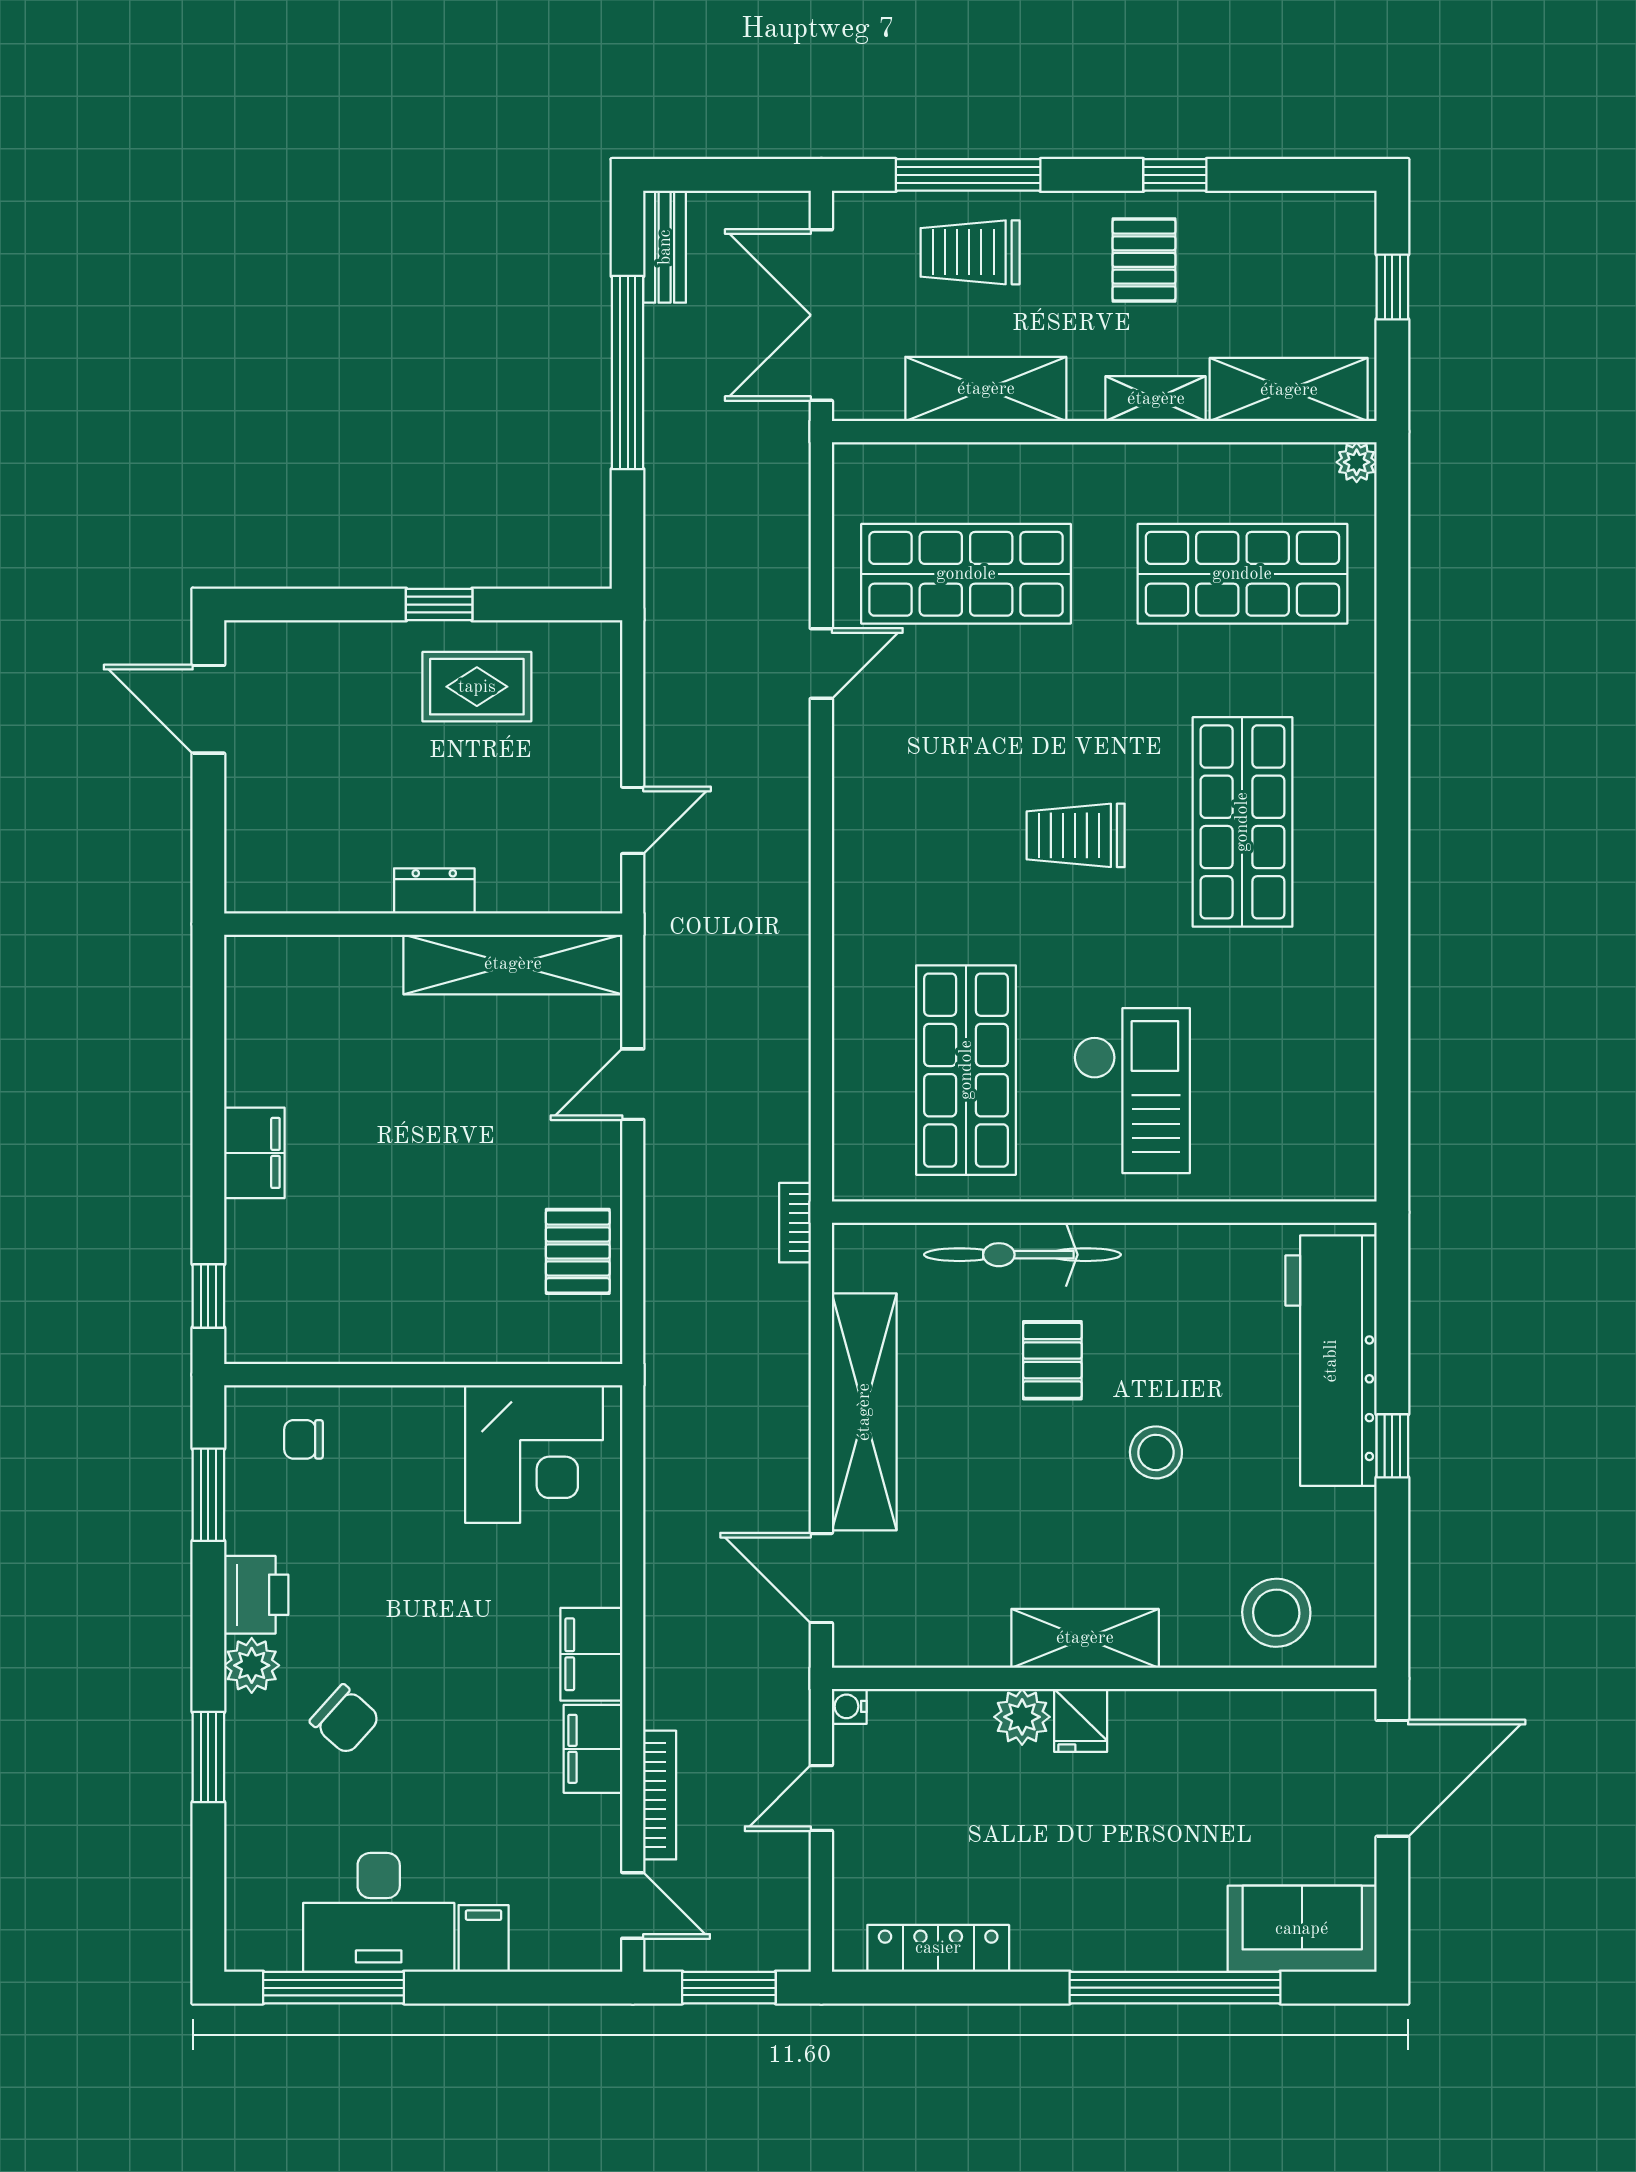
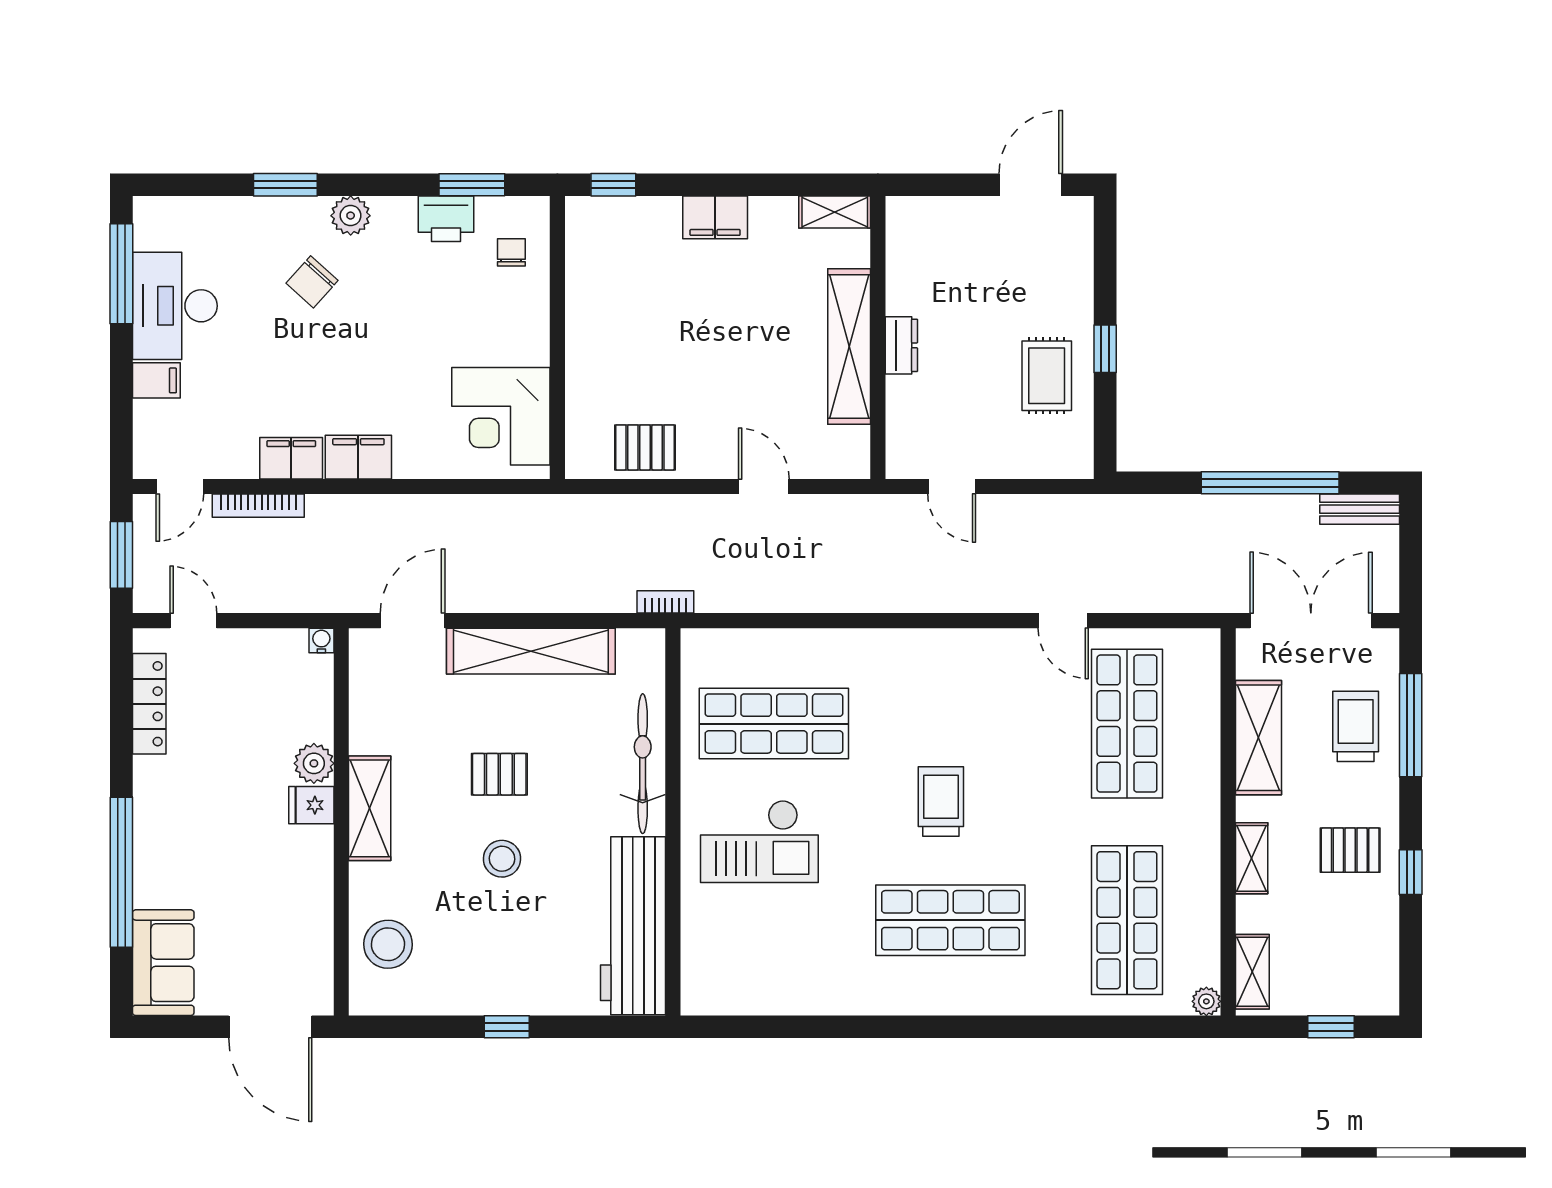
shelving: (1289, 390) -> (1252, 972), width x0.67, depth x0.75
shelving: (513, 964) -> (849, 346), moved
shelving: (247, 985) -> (835, 212), added
pallet: (1052, 1360) -> (499, 774), moved
workbench: (1331, 1361) -> (633, 926), moved, turned -90
printer: (256, 1595) -> (446, 219), moved
door: (821, 1798) -> (193, 621), moved

